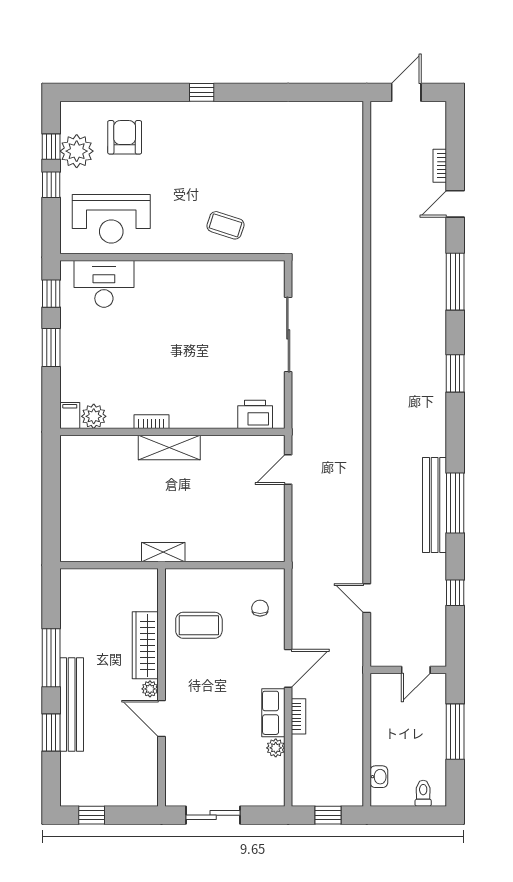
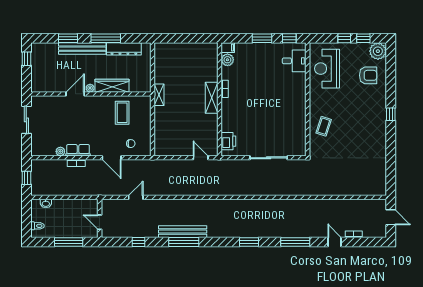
plant: (77, 151) -> (378, 51), moved
desk: (104, 284) -> (294, 61), width x0.73
dresser: (72, 622) -> (124, 49), added
door: (288, 668) -> (112, 158), moved

